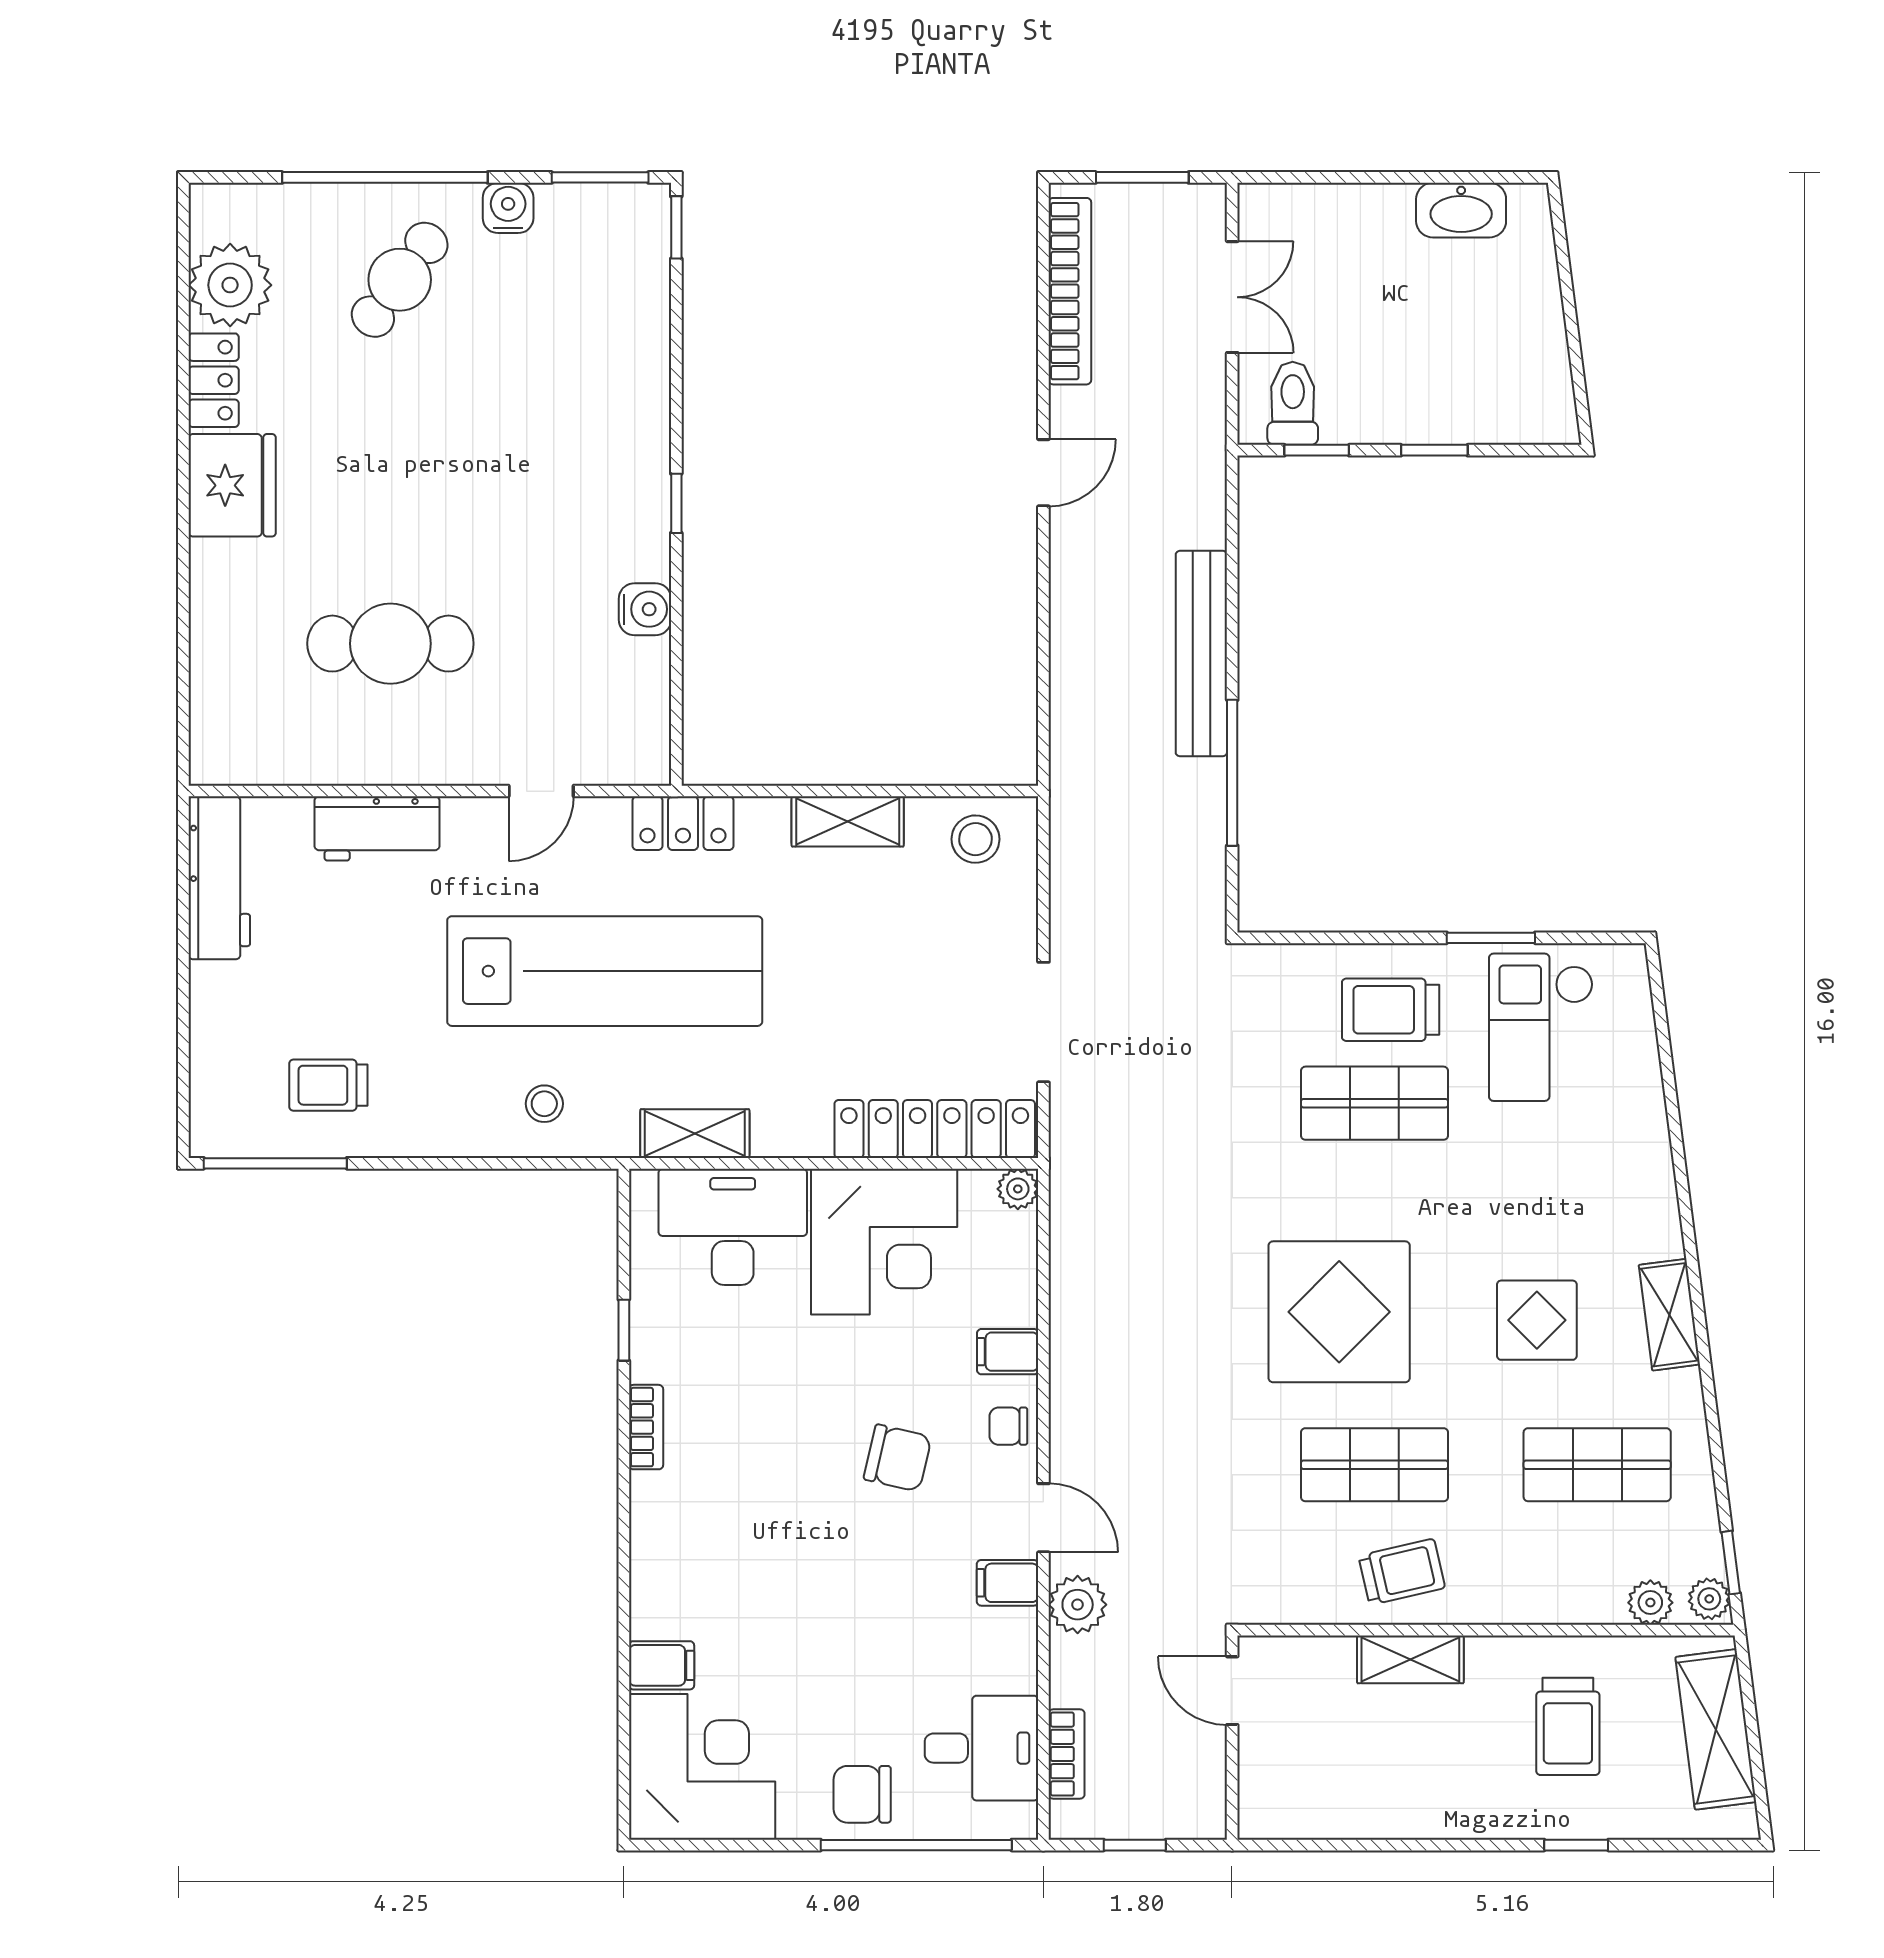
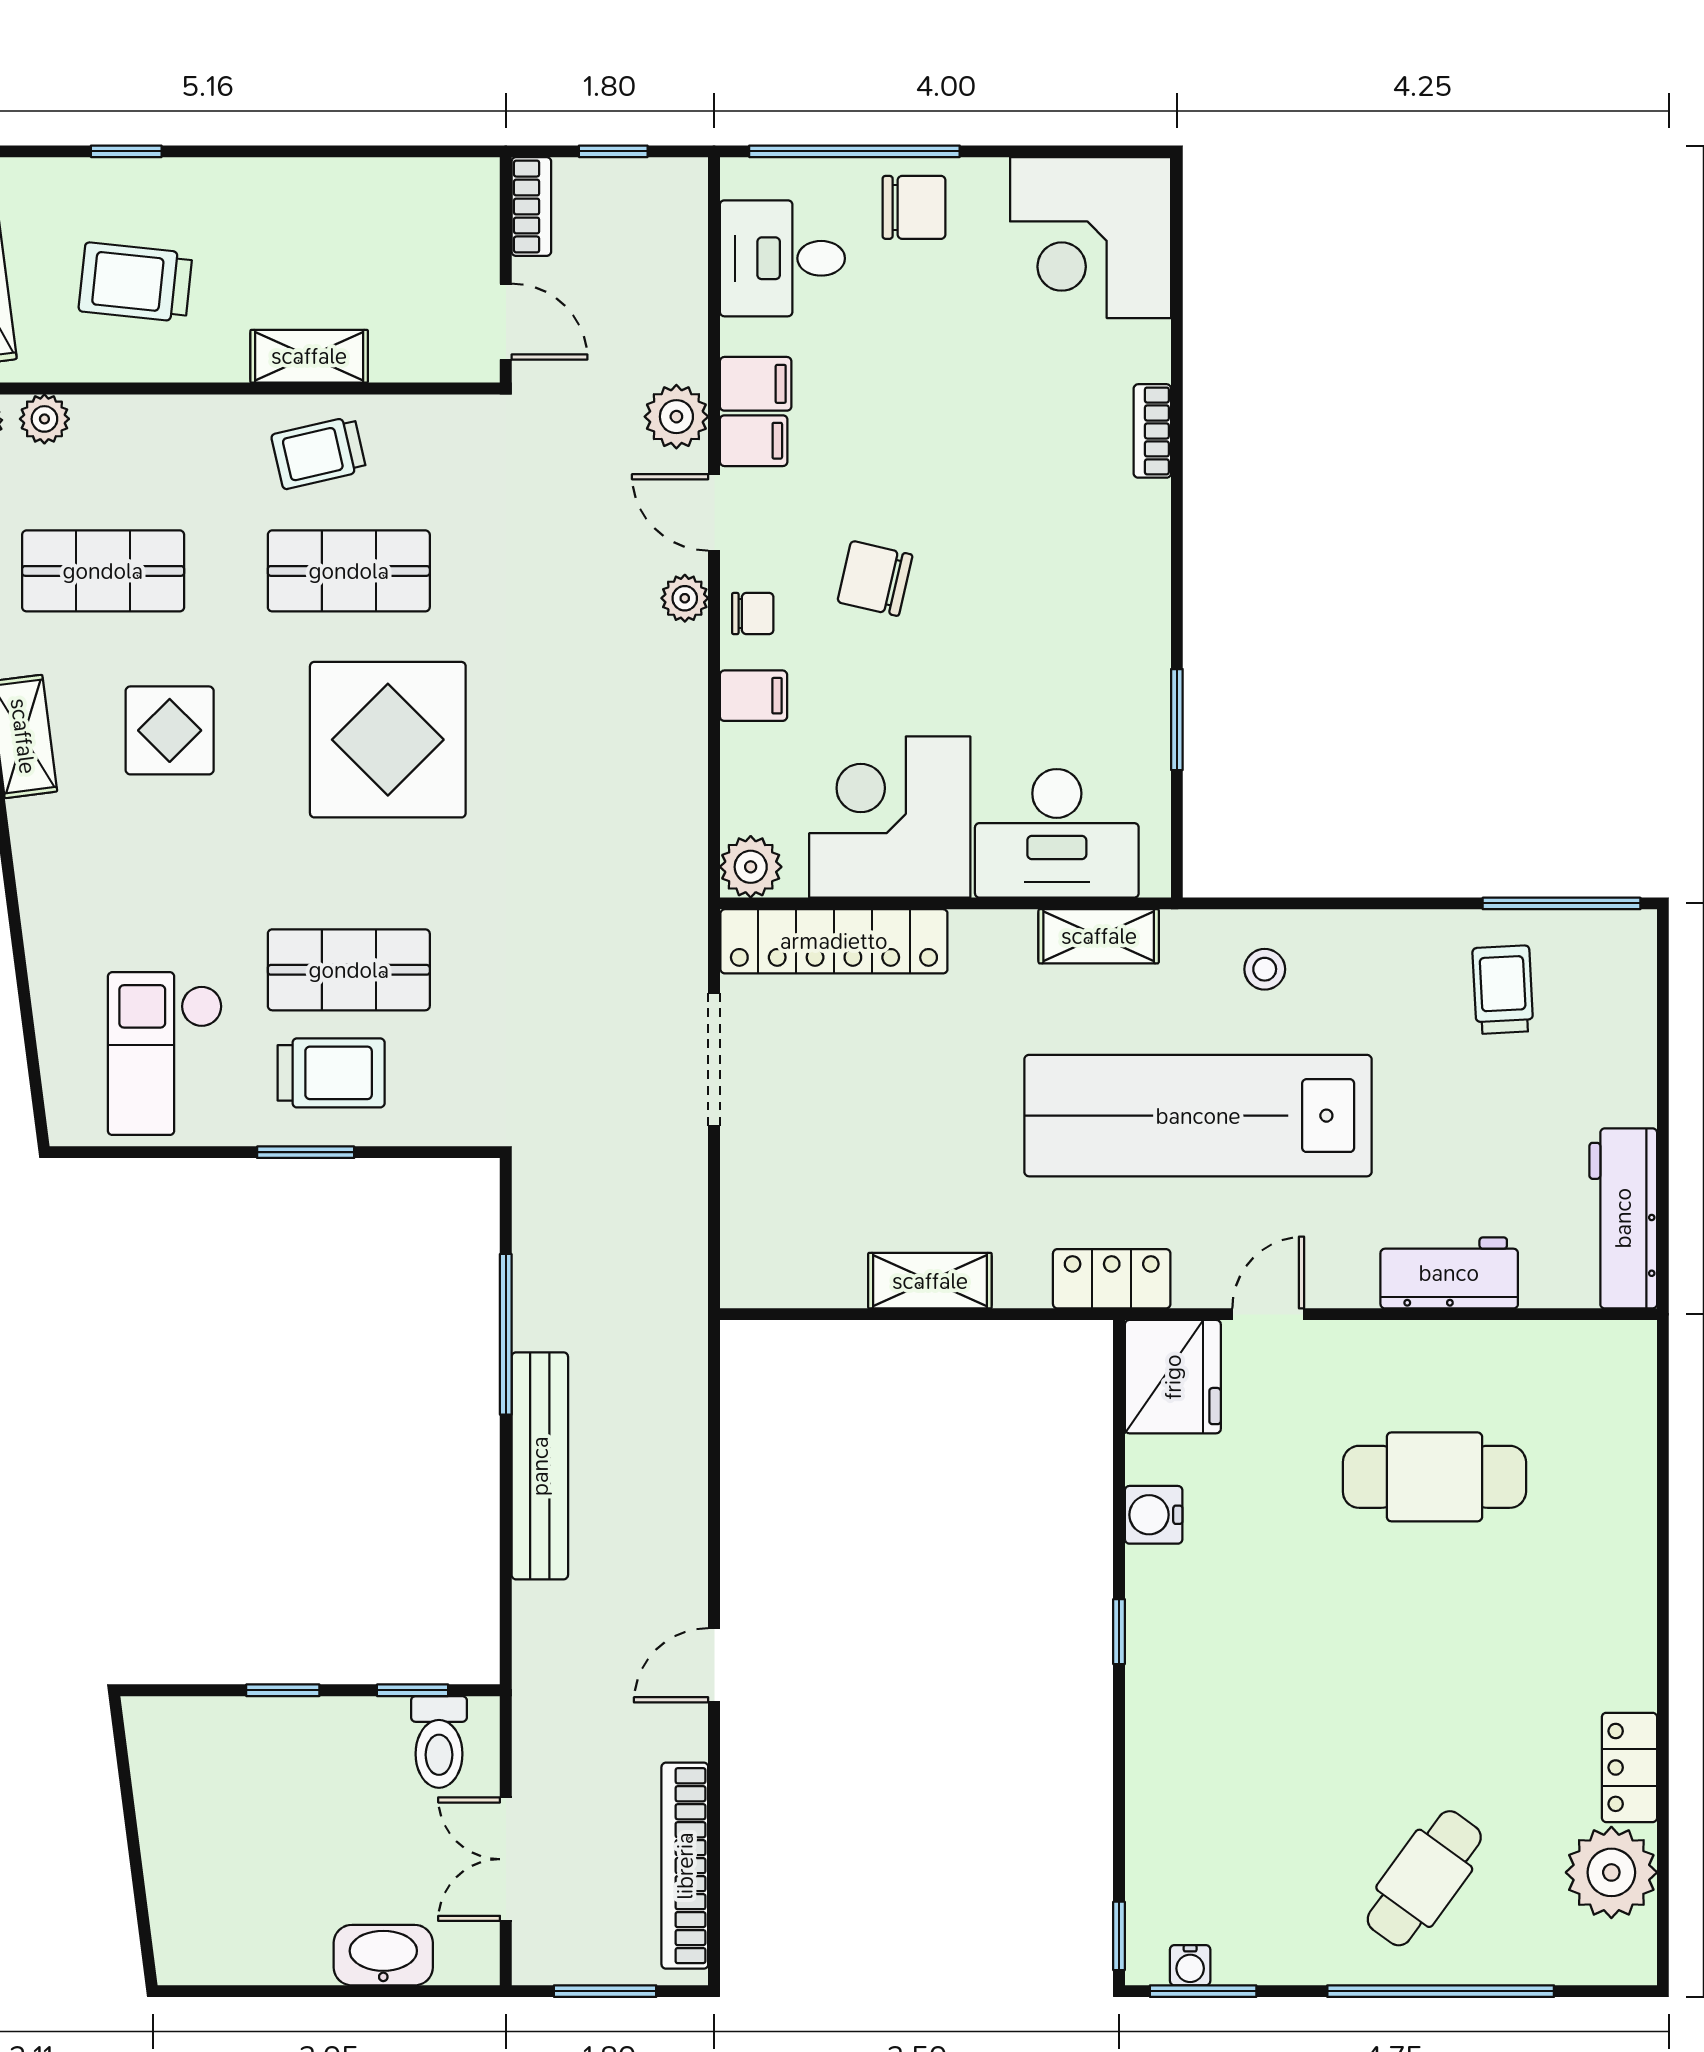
water cooler: (508, 208) -> (1190, 1965), moved, width x0.72, depth x0.72
washbasin: (1461, 210) -> (383, 1955), moved
fridge: (232, 485) -> (1173, 1377), moved, turned 180
stool: (976, 839) -> (789, 1261), removed
window: (1491, 938) -> (306, 1152), moved
checkout: (1541, 1027) -> (165, 1054), turned 180
trolley: (328, 1085) -> (1503, 990), turned -93
plant: (1018, 1189) -> (751, 867), width x1.38, depth x1.38
window: (624, 1330) -> (1177, 720), width x1.50
bookcase: (646, 1427) -> (1152, 431), moved
plant: (1070, 1440) -> (685, 598), added
filing cabinet: (662, 1665) -> (756, 384), moved, turned 180
trolley: (1568, 1726) -> (135, 282), turned -84
bookcase: (1067, 1754) -> (531, 207), moved, turned 180

